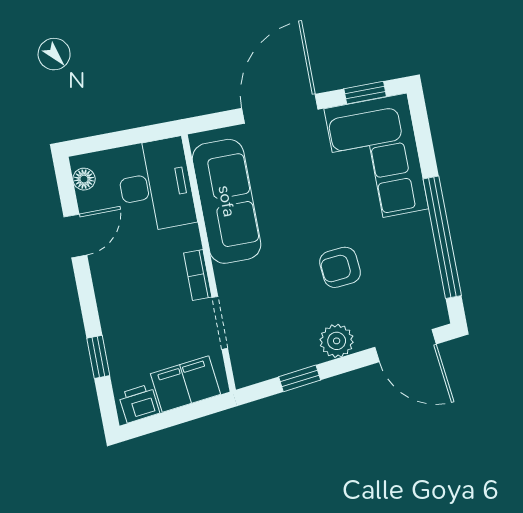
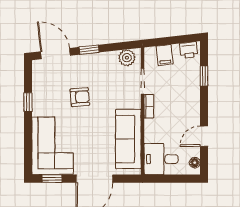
desk: (155, 185) -> (161, 159), width x0.73
window: (442, 237) -> (28, 102), width x0.32
plant: (337, 341) -> (127, 58), moved
window: (300, 378) -> (89, 50), moved
filing cabinet: (186, 384) -> (165, 55), width x0.50

